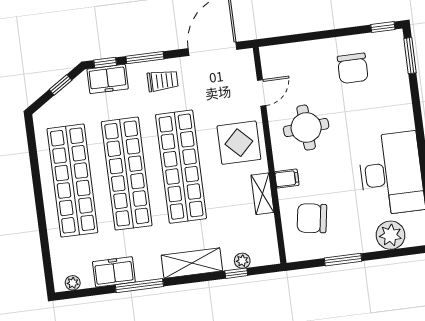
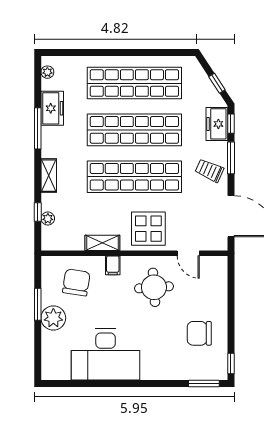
trolley: (163, 81) -> (209, 170), turned 114
plant: (391, 235) -> (53, 318), moved
shelving: (192, 263) -> (49, 176), width x0.67, depth x0.75

